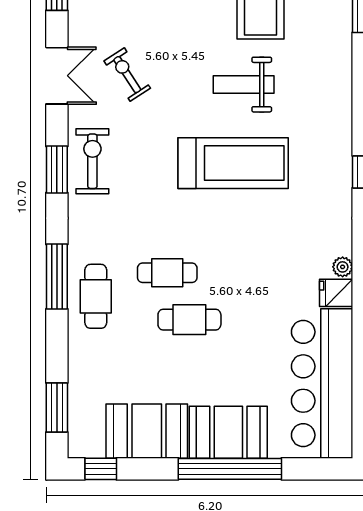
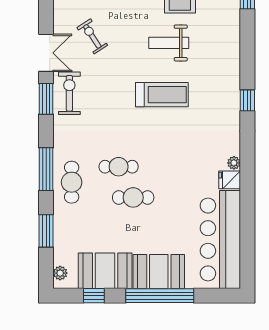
double door: (57, 76) -> (46, 53), moved
treadmill: (233, 163) -> (162, 95), width x0.73, depth x0.73
window: (57, 407) -> (46, 231), moved
plant: (78, 435) -> (60, 273), added
window: (101, 469) -> (94, 296), moved

